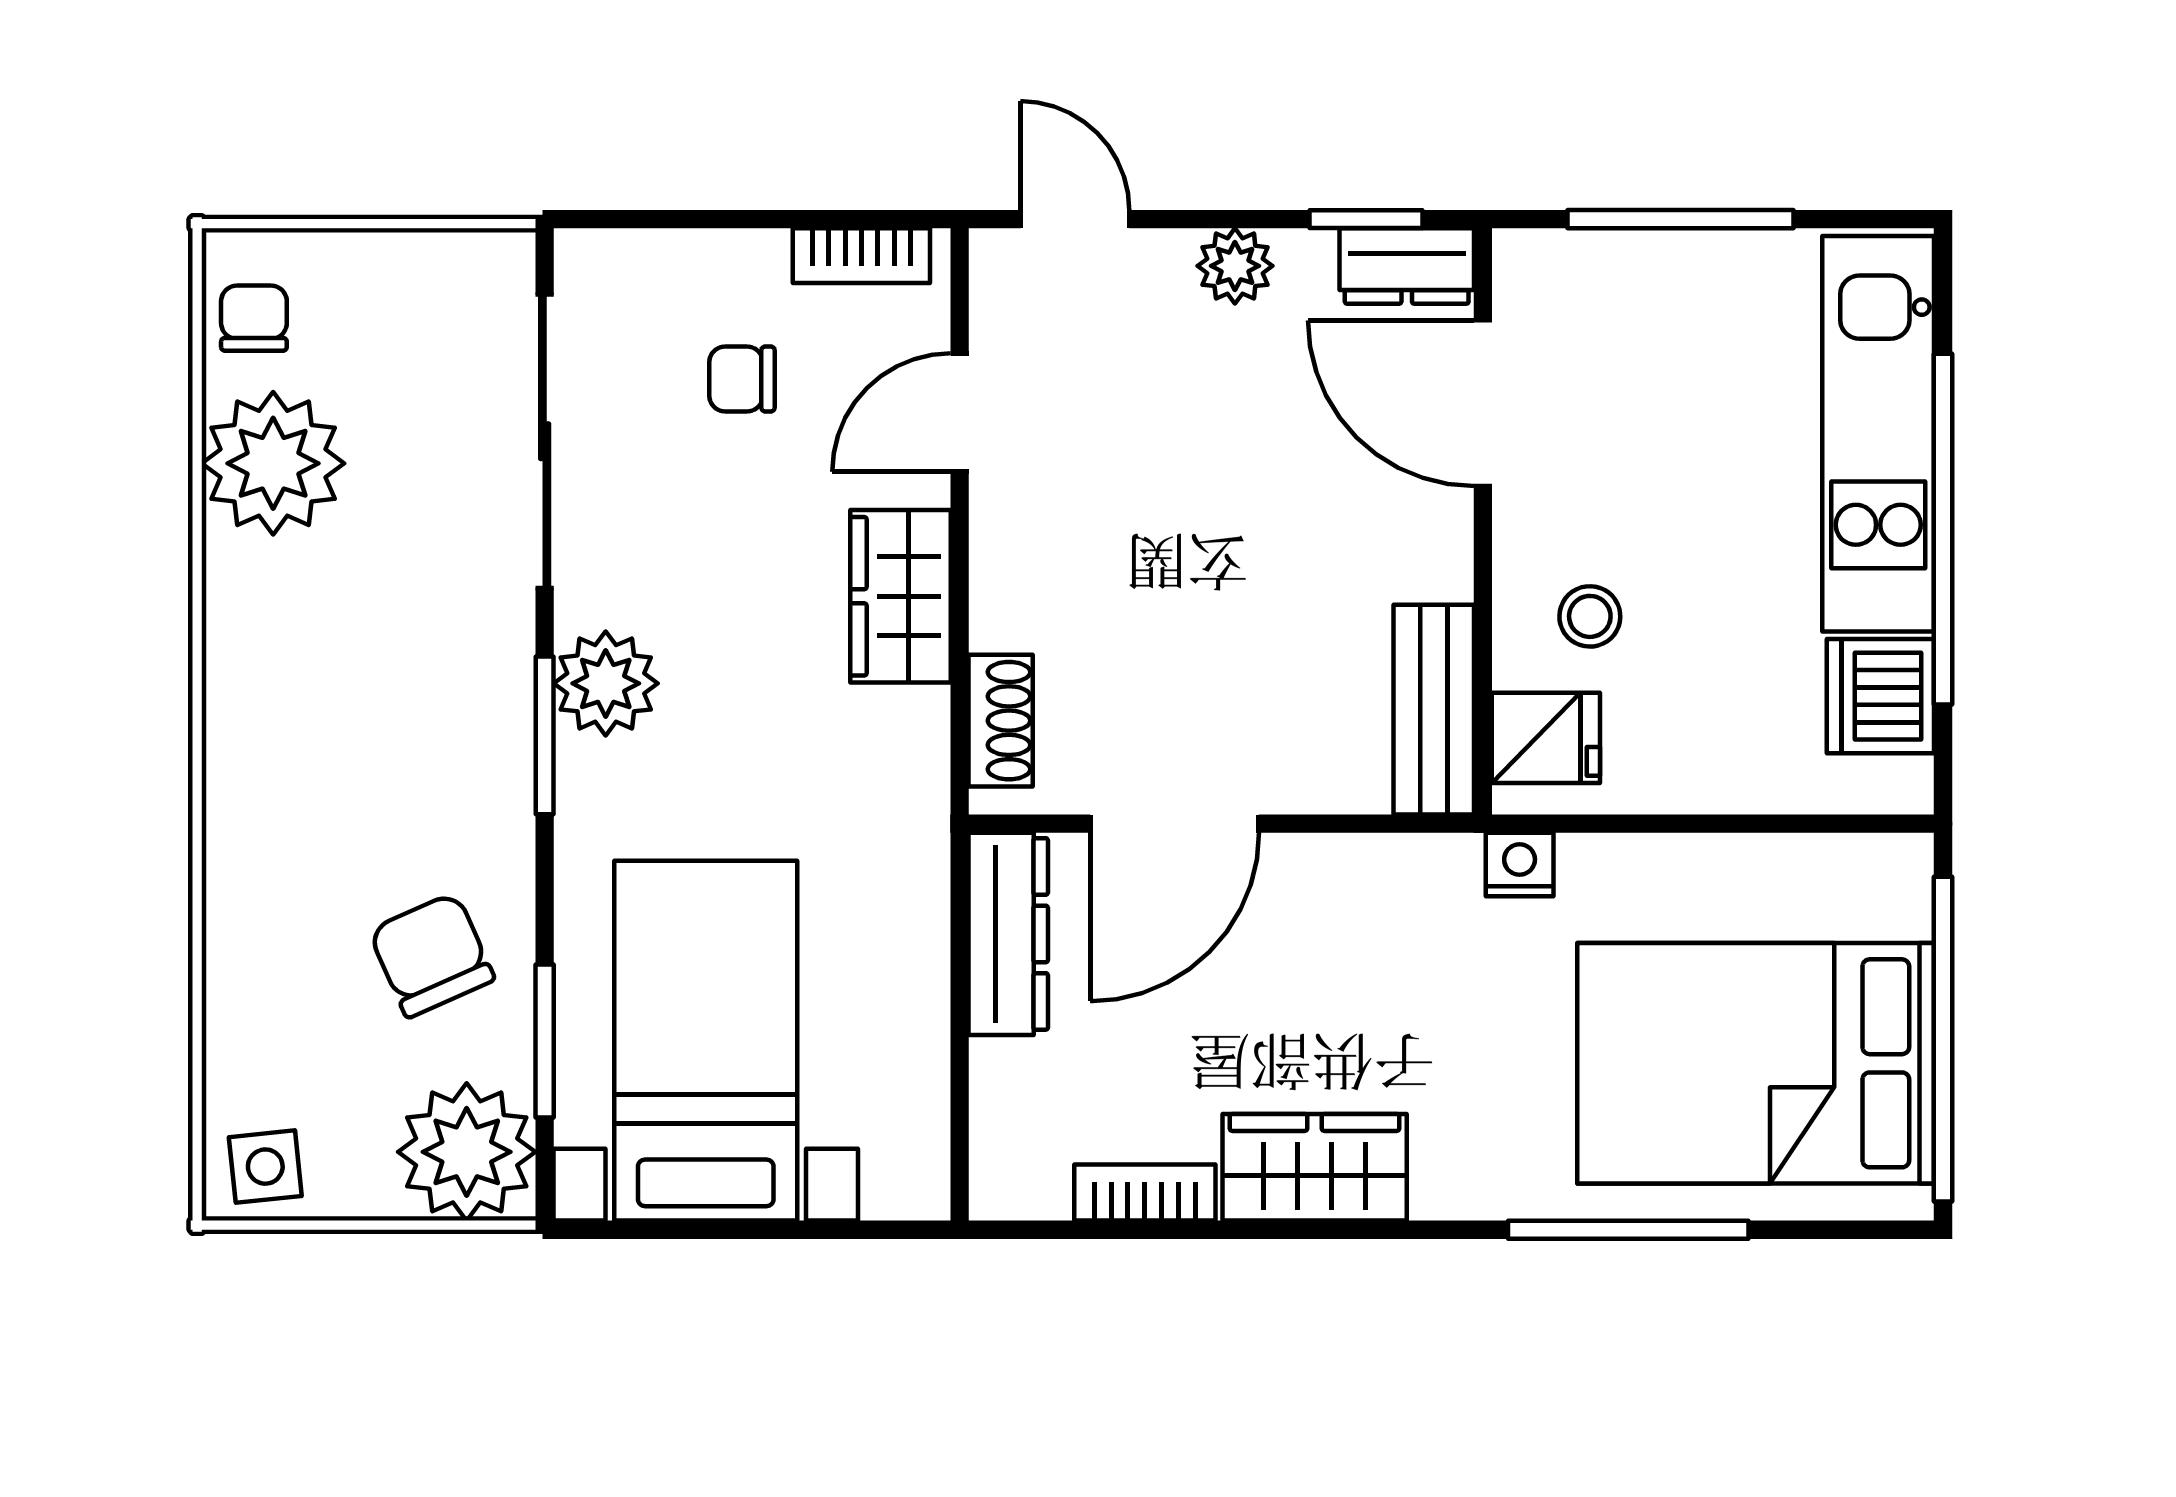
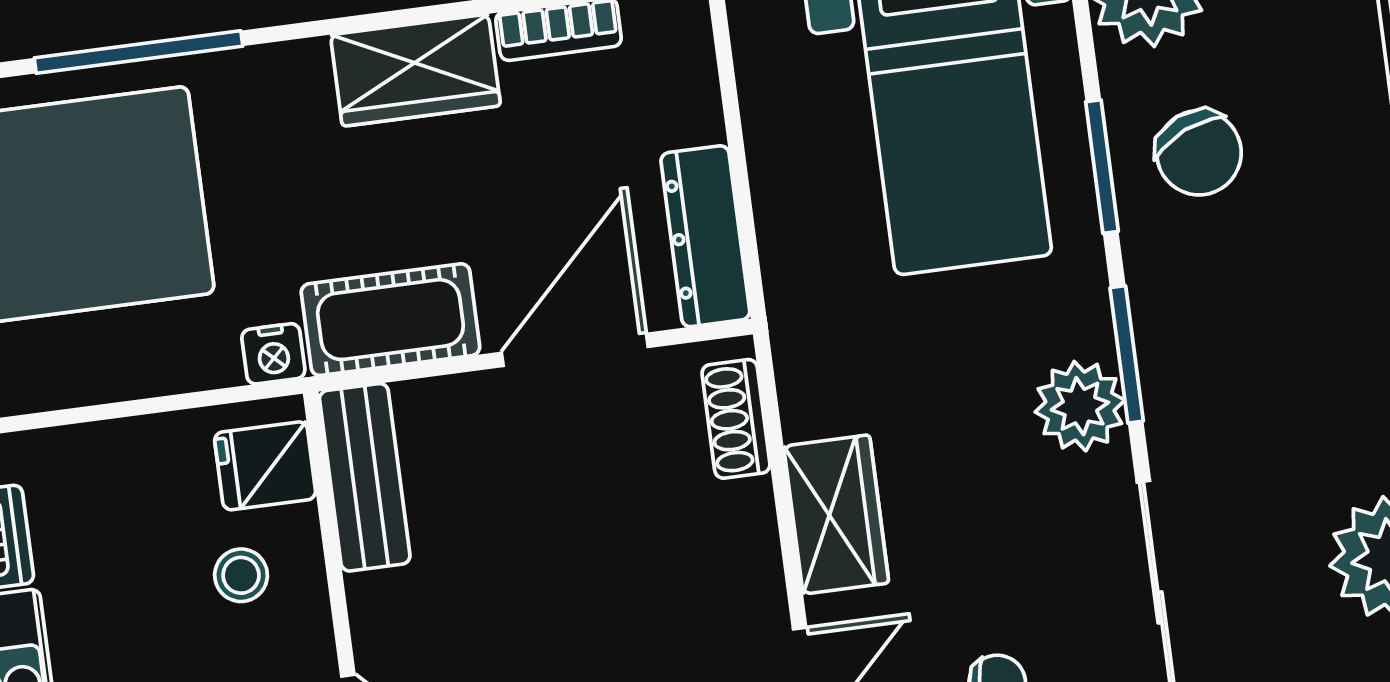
cot: (1381, 886) -> (390, 320), added
window: (545, 1041) -> (1102, 167), moved

